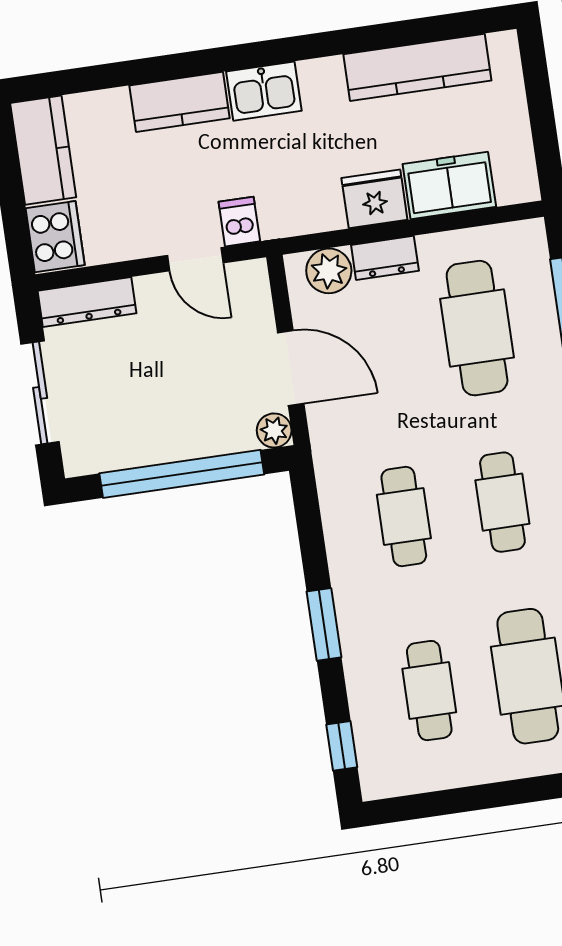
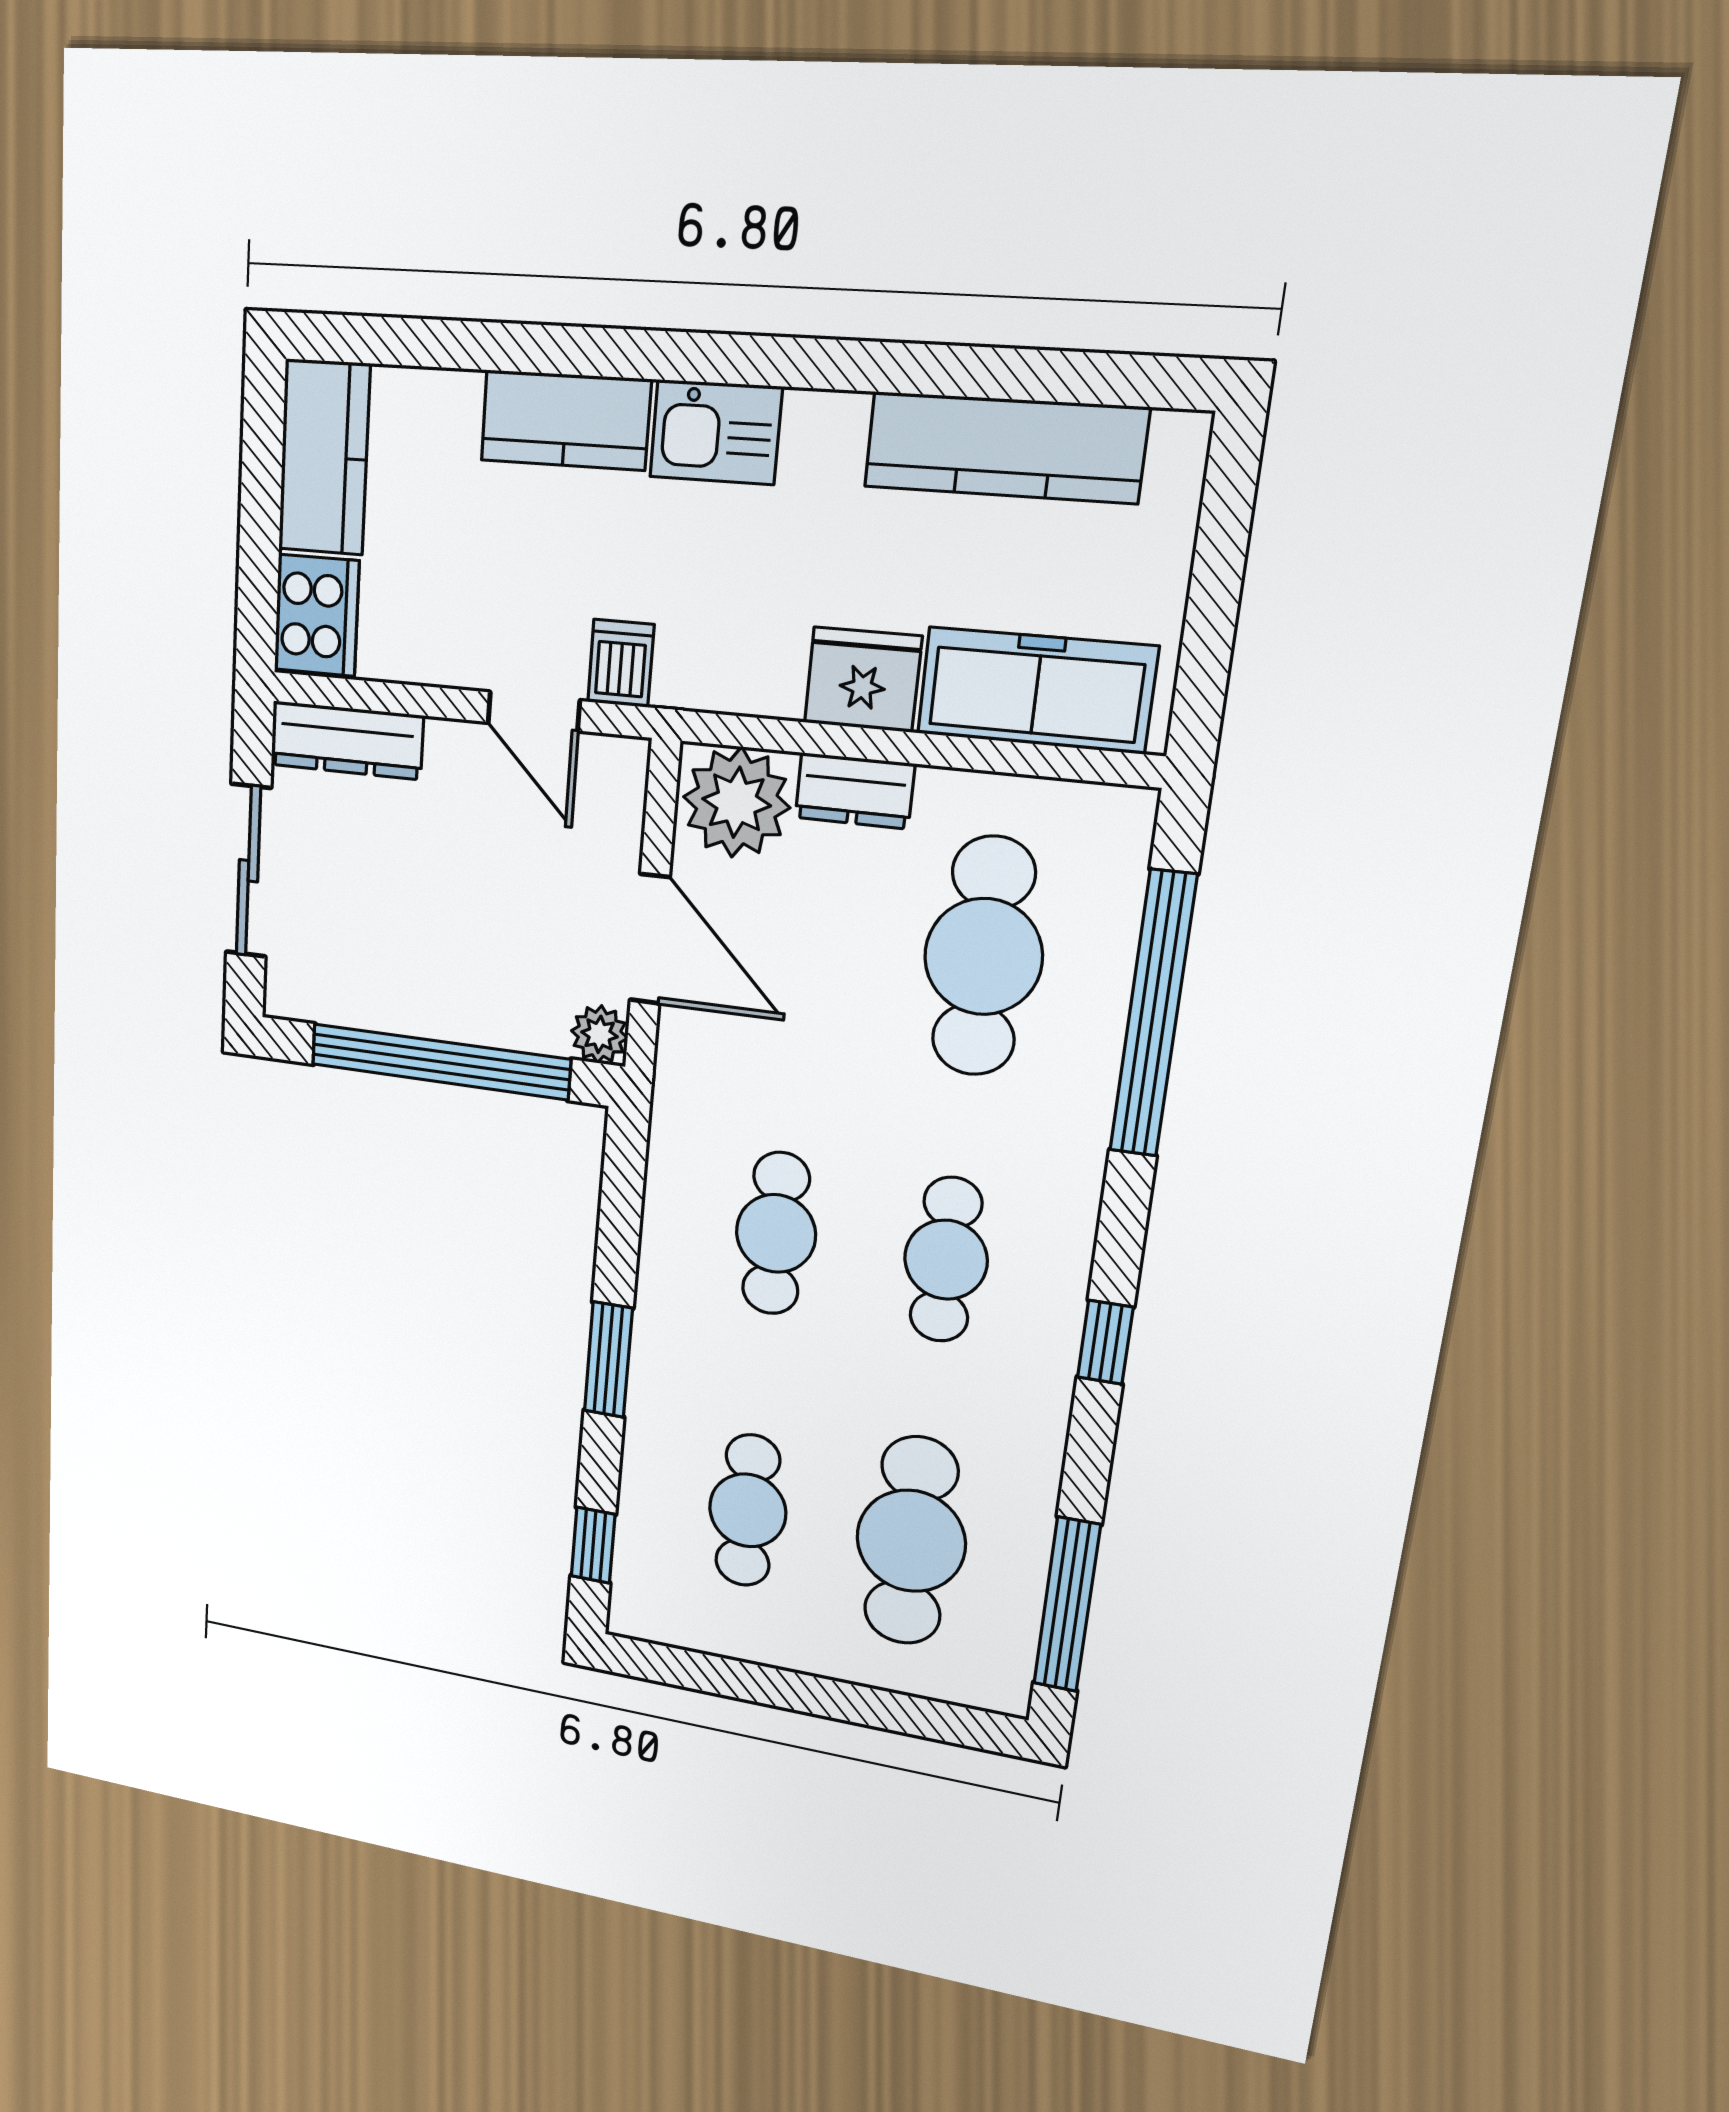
freezer: (449, 185) -> (1036, 690), width x1.40
plant: (329, 271) -> (737, 802), width x1.36, depth x1.36

